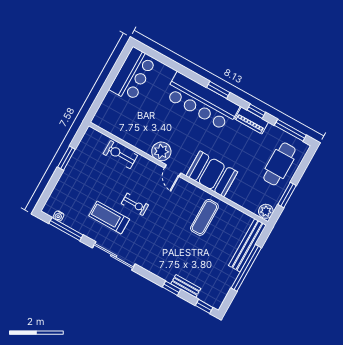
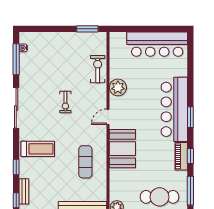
bar counter: (133, 75) -> (157, 44), width x1.36
plant: (161, 151) -> (118, 87), moved
window: (66, 158) -> (87, 29), moved
exercise mat: (204, 217) -> (85, 162), turned 90
treadmill: (109, 218) -> (38, 149), moved, turned 90
bench: (186, 286) -> (24, 191), moved

